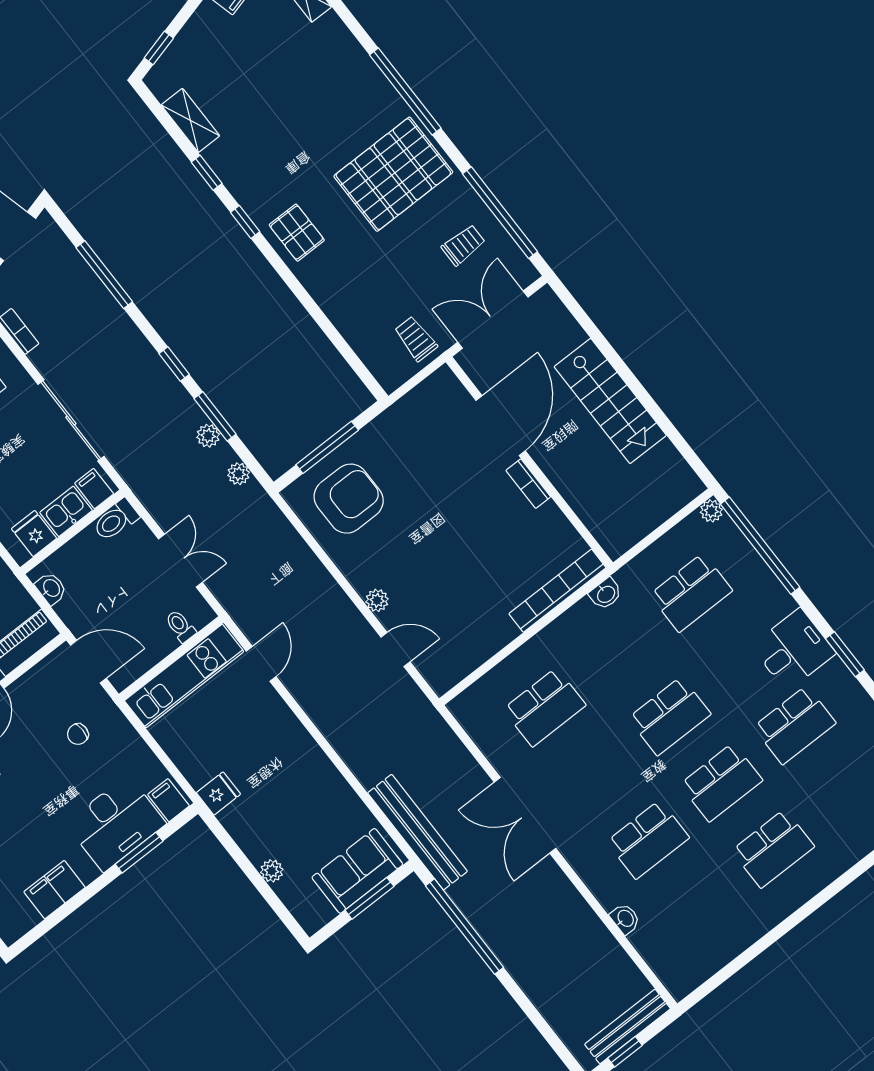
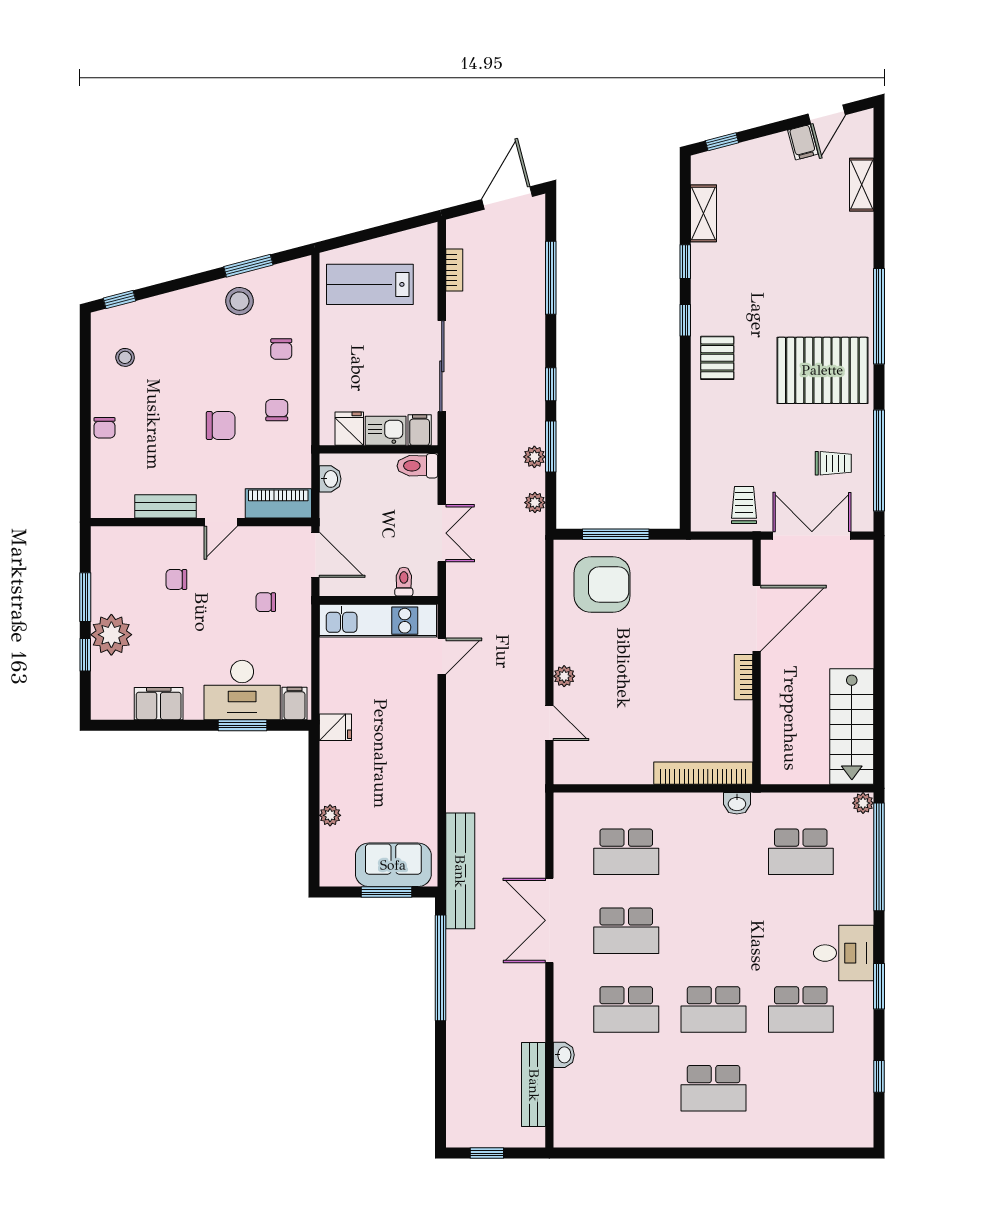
stairs: (610, 401) -> (852, 727), moved
school desk: (669, 716) -> (626, 931), moved
bench: (627, 1026) -> (534, 1085), moved, turned 90

